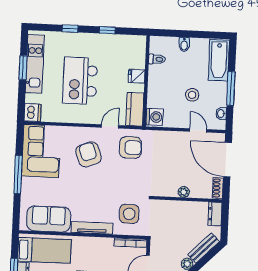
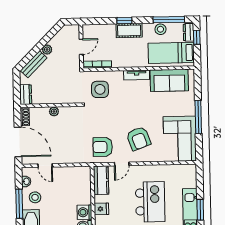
stool: (192, 95) -> (35, 197), moved
dishwasher: (33, 113) -> (189, 172), removed
washing machine: (155, 117) -> (84, 212), moved
tv unit: (92, 228) -> (137, 75), width x0.71

